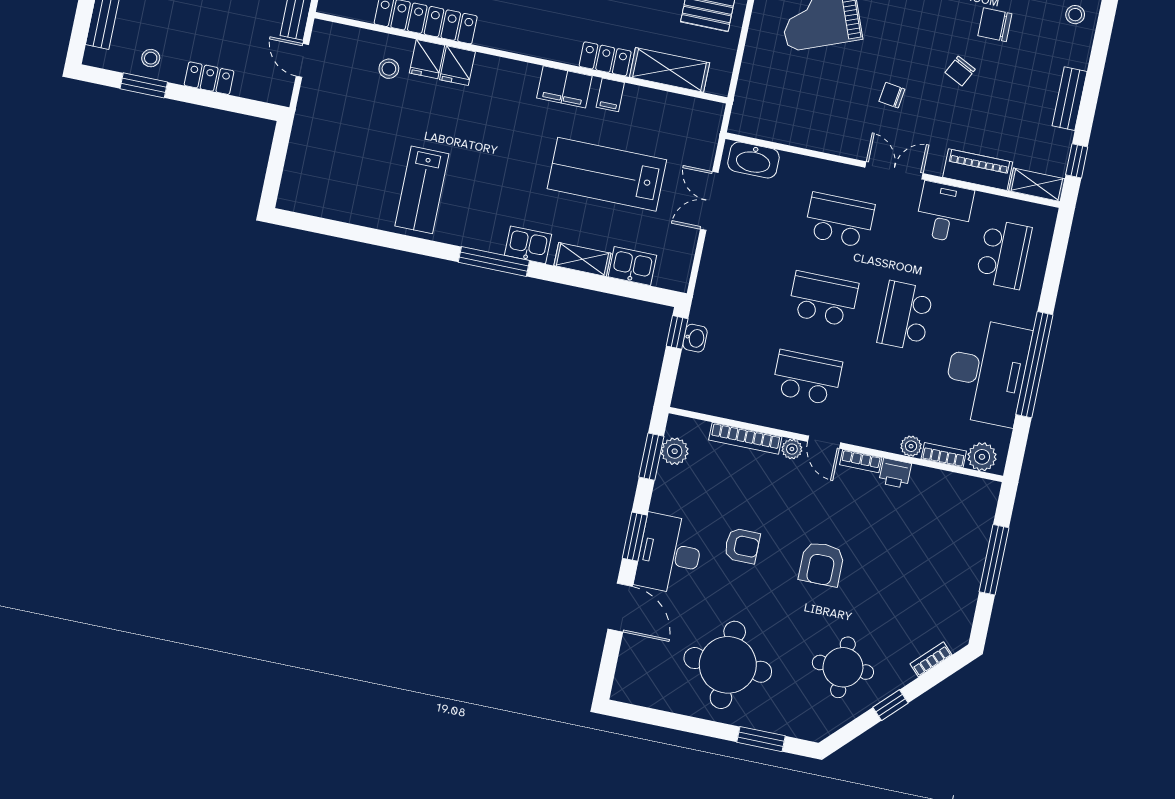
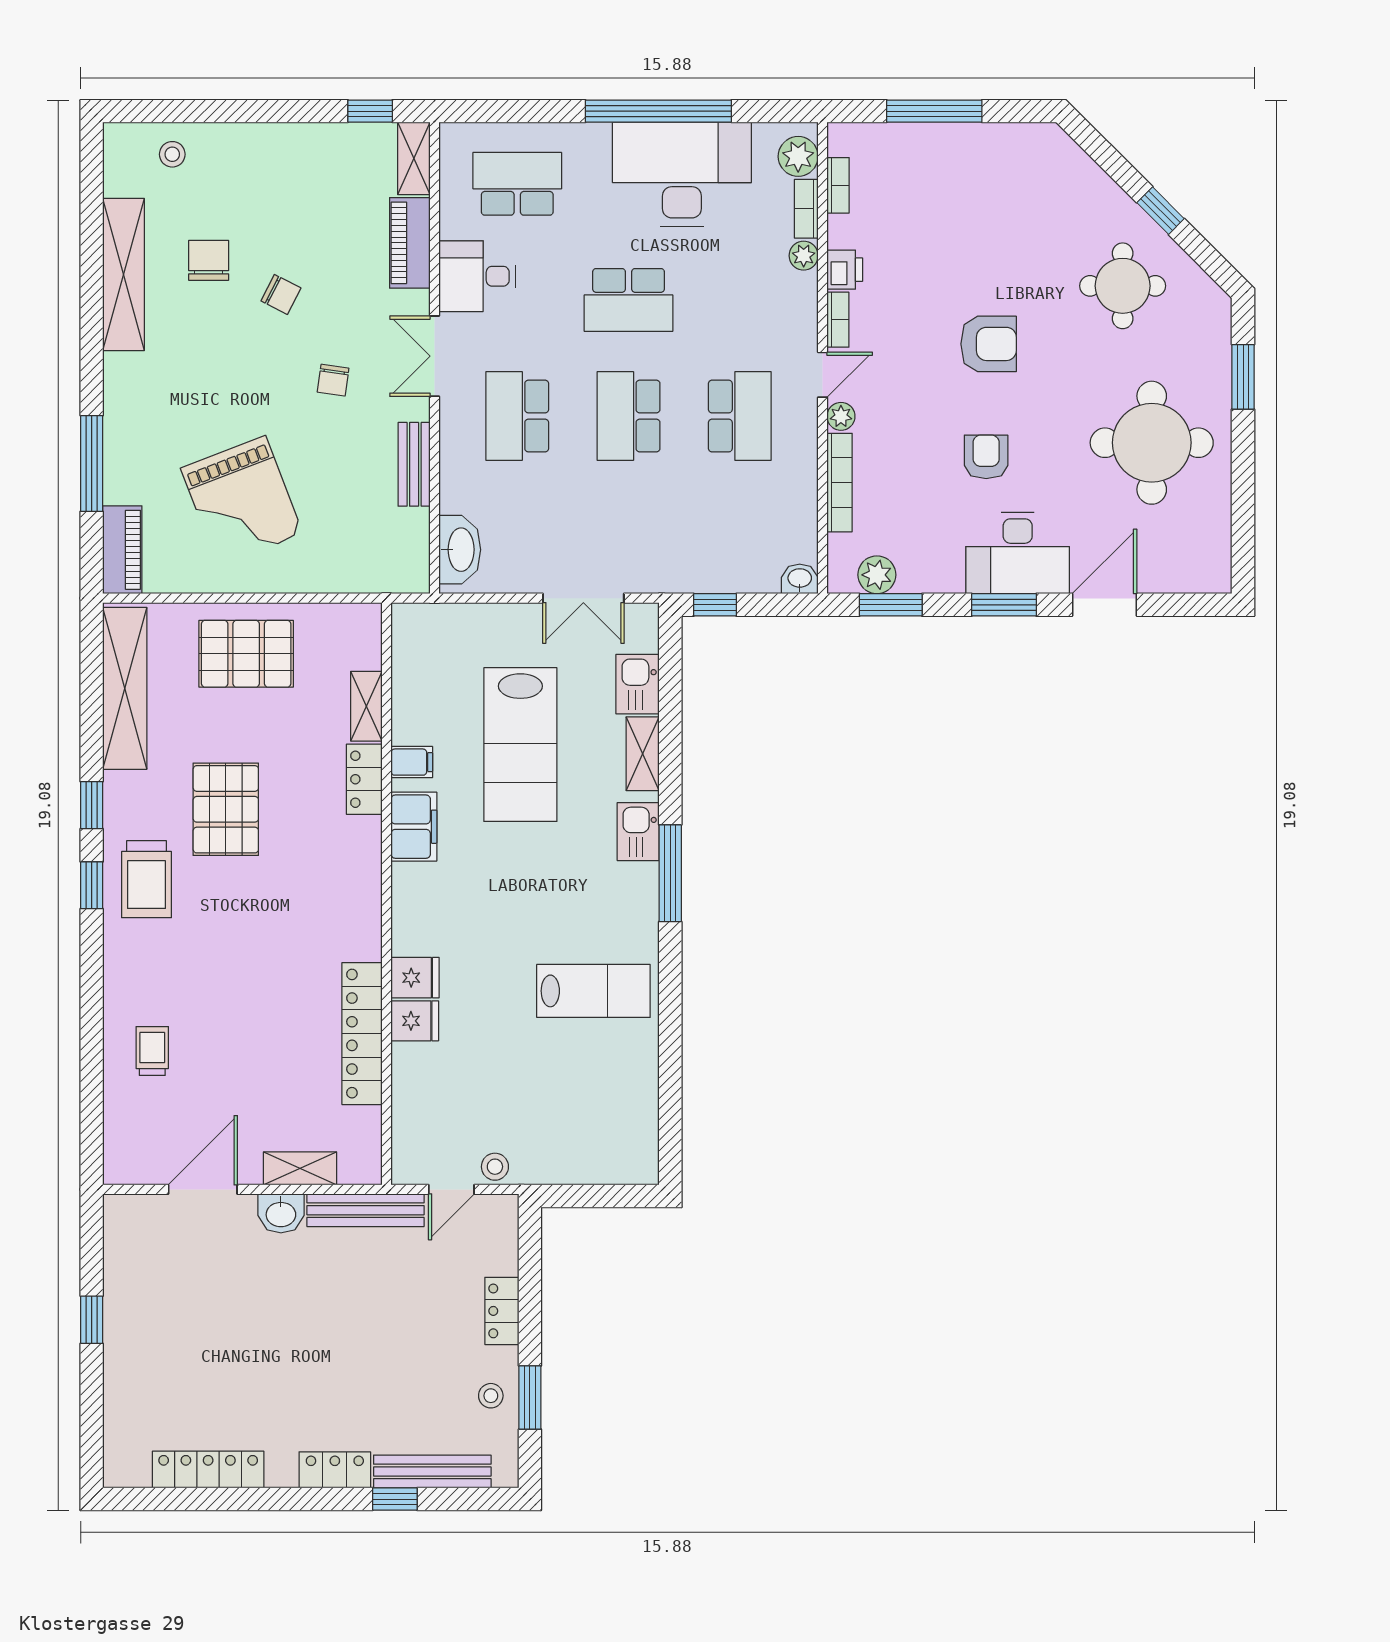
chair: (995, 25) -> (209, 260), turned 180
stool: (389, 69) -> (495, 1167), moved
shelving: (670, 70) -> (366, 706), width x0.67, depth x0.75
bench: (1070, 99) -> (414, 464), moved, turned 90
double door: (709, 201) -> (583, 598), moved
washbasin: (695, 338) -> (800, 579), moved
school desk: (807, 378) -> (740, 416), turned 180
bookcase: (931, 659) -> (838, 185), moved, turned -135

